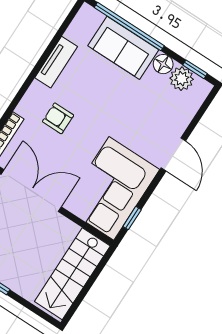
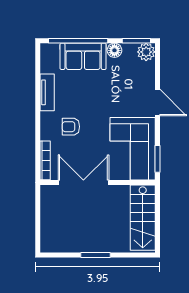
window: (195, 69) -> (136, 41), width x1.50
plant: (182, 79) -> (146, 52), moved
window: (132, 218) -> (157, 159), width x1.50

